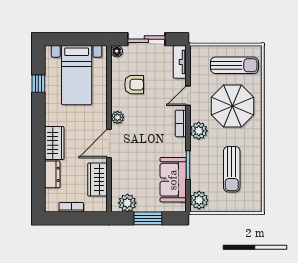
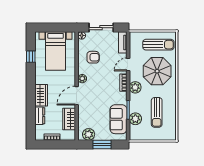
plant: (199, 200) -> (135, 119), moved

